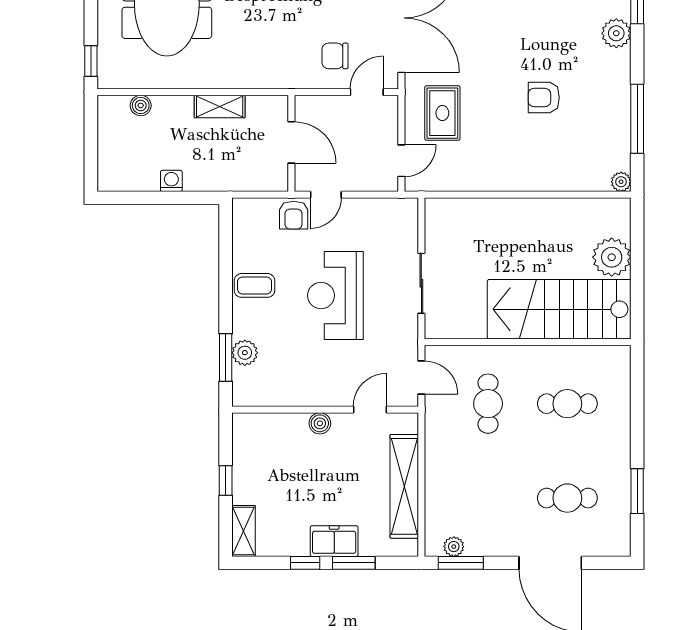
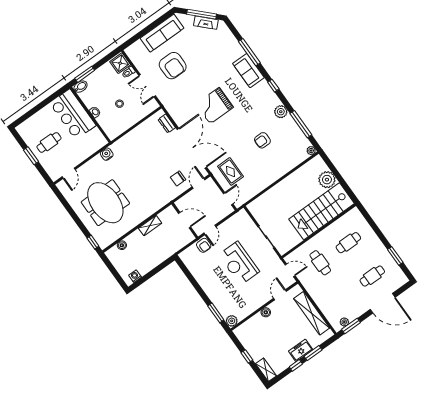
plant: (616, 33) -> (281, 112), moved
washing machine: (171, 181) -> (135, 276), moved
coffee table: (255, 285) -> (208, 280), removed
plant: (245, 353) -> (232, 321), moved

